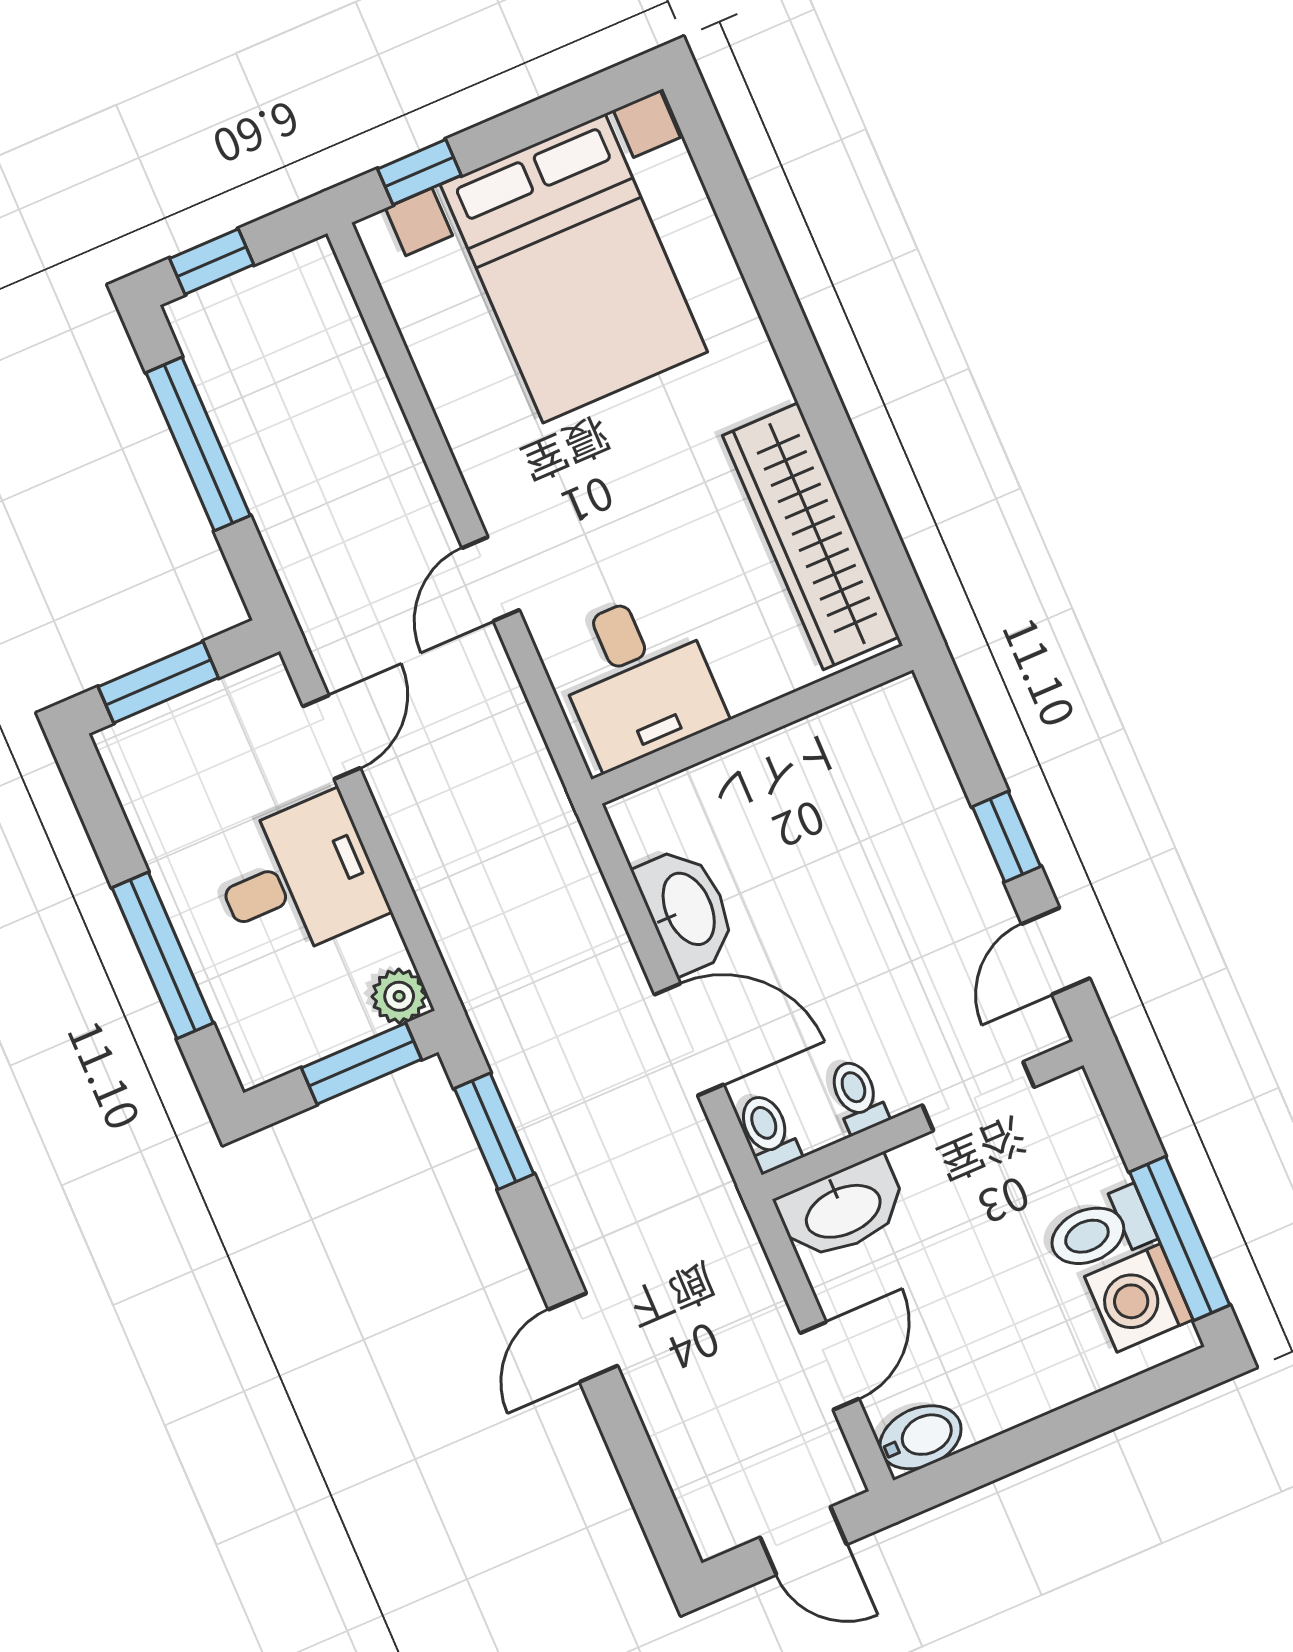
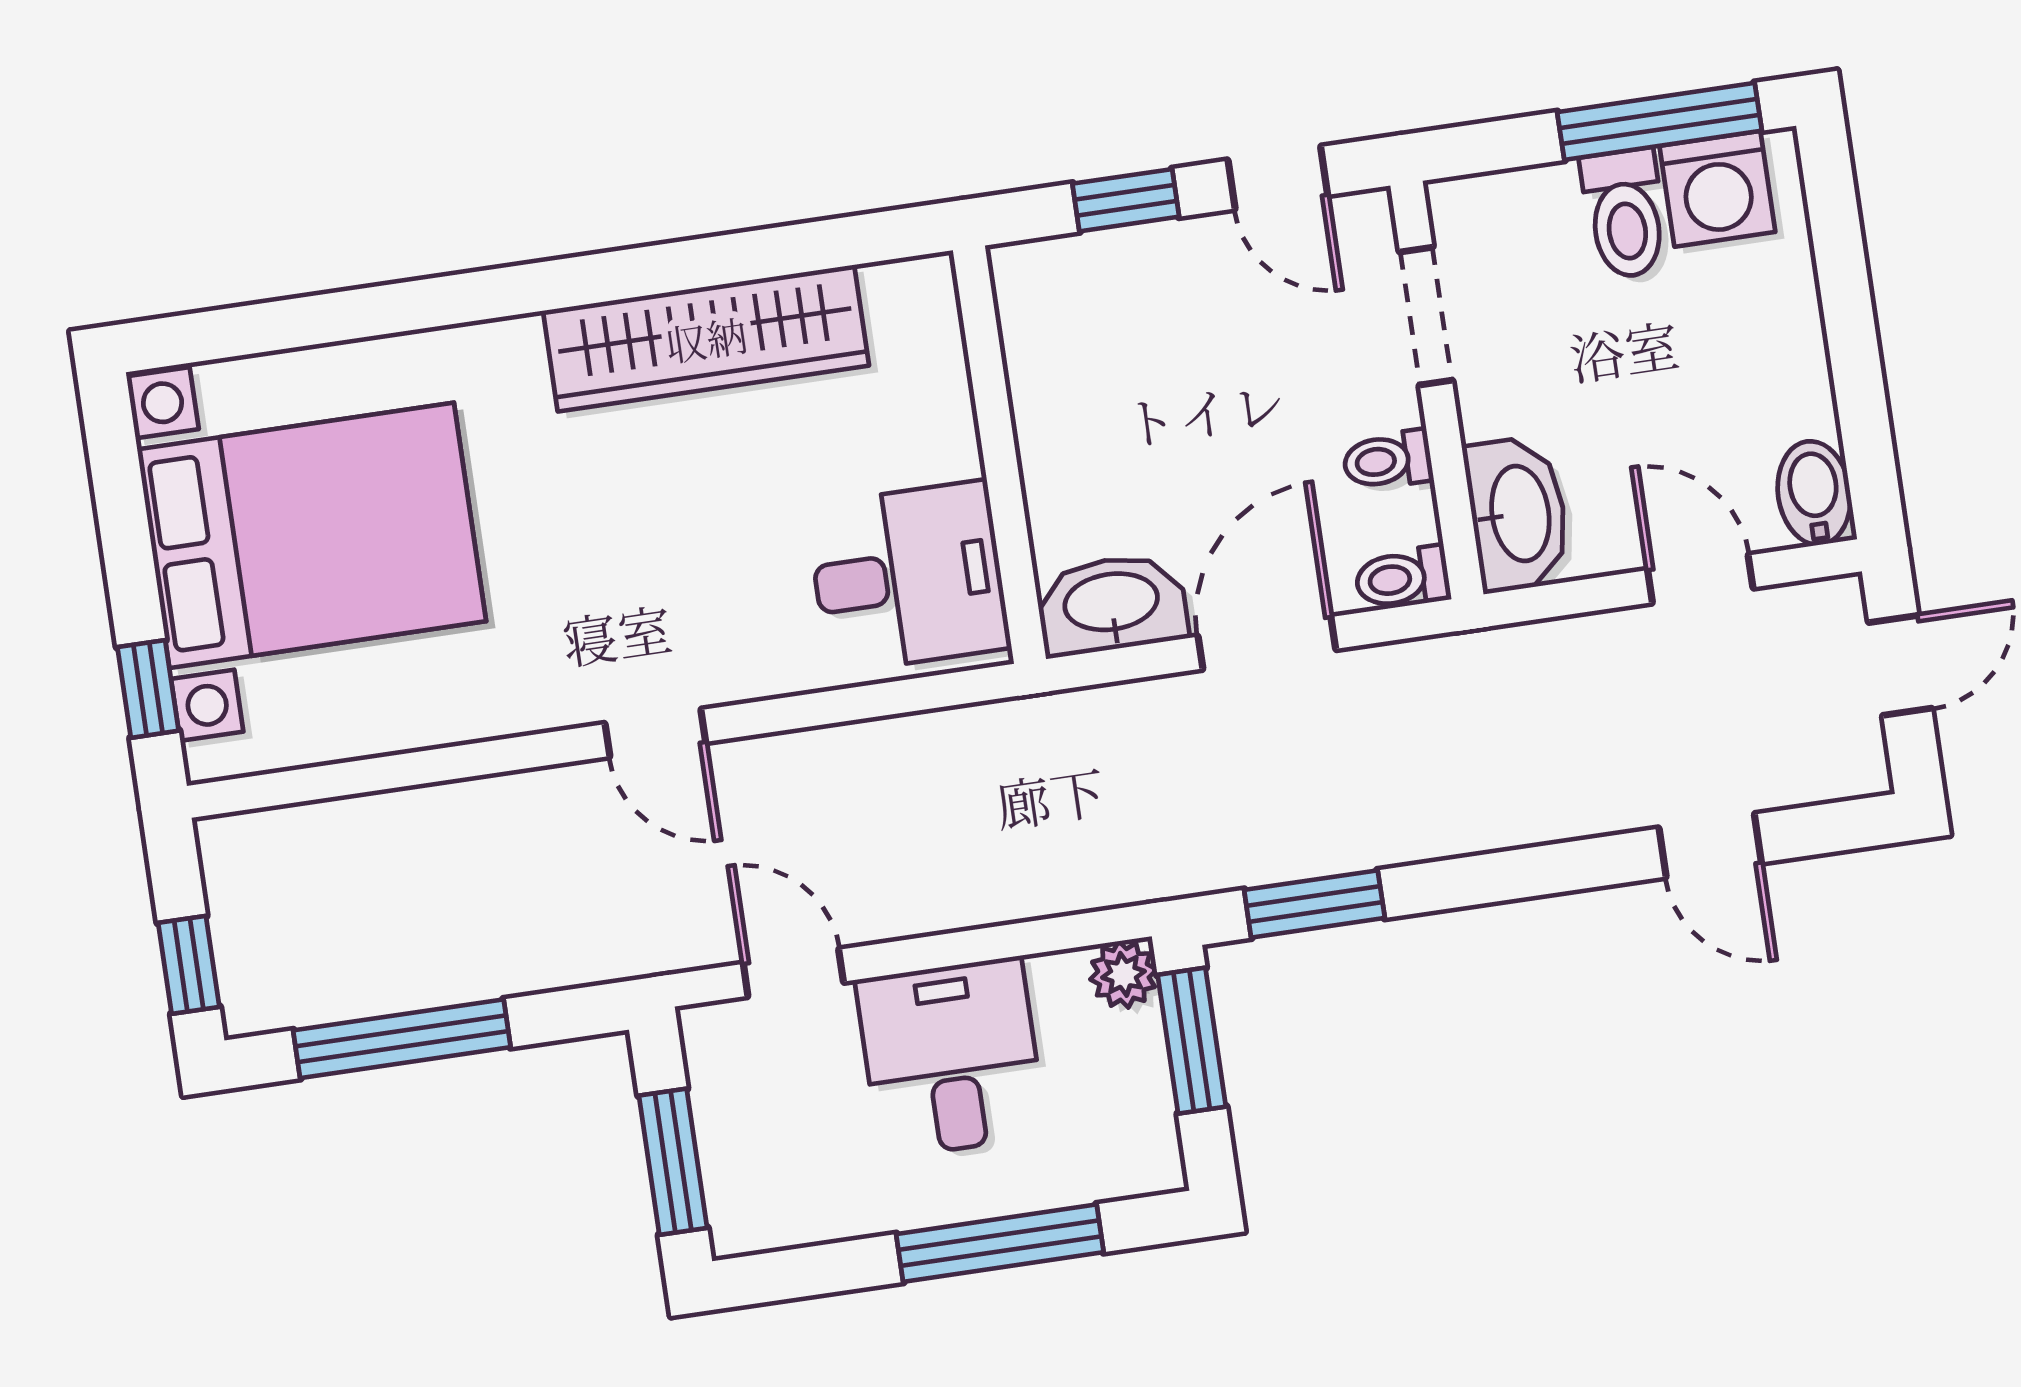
desk: (637, 679) -> (908, 577), moved
wall: (752, 725) -> (999, 455), moved
door: (583, 1338) -> (1710, 846), moved

